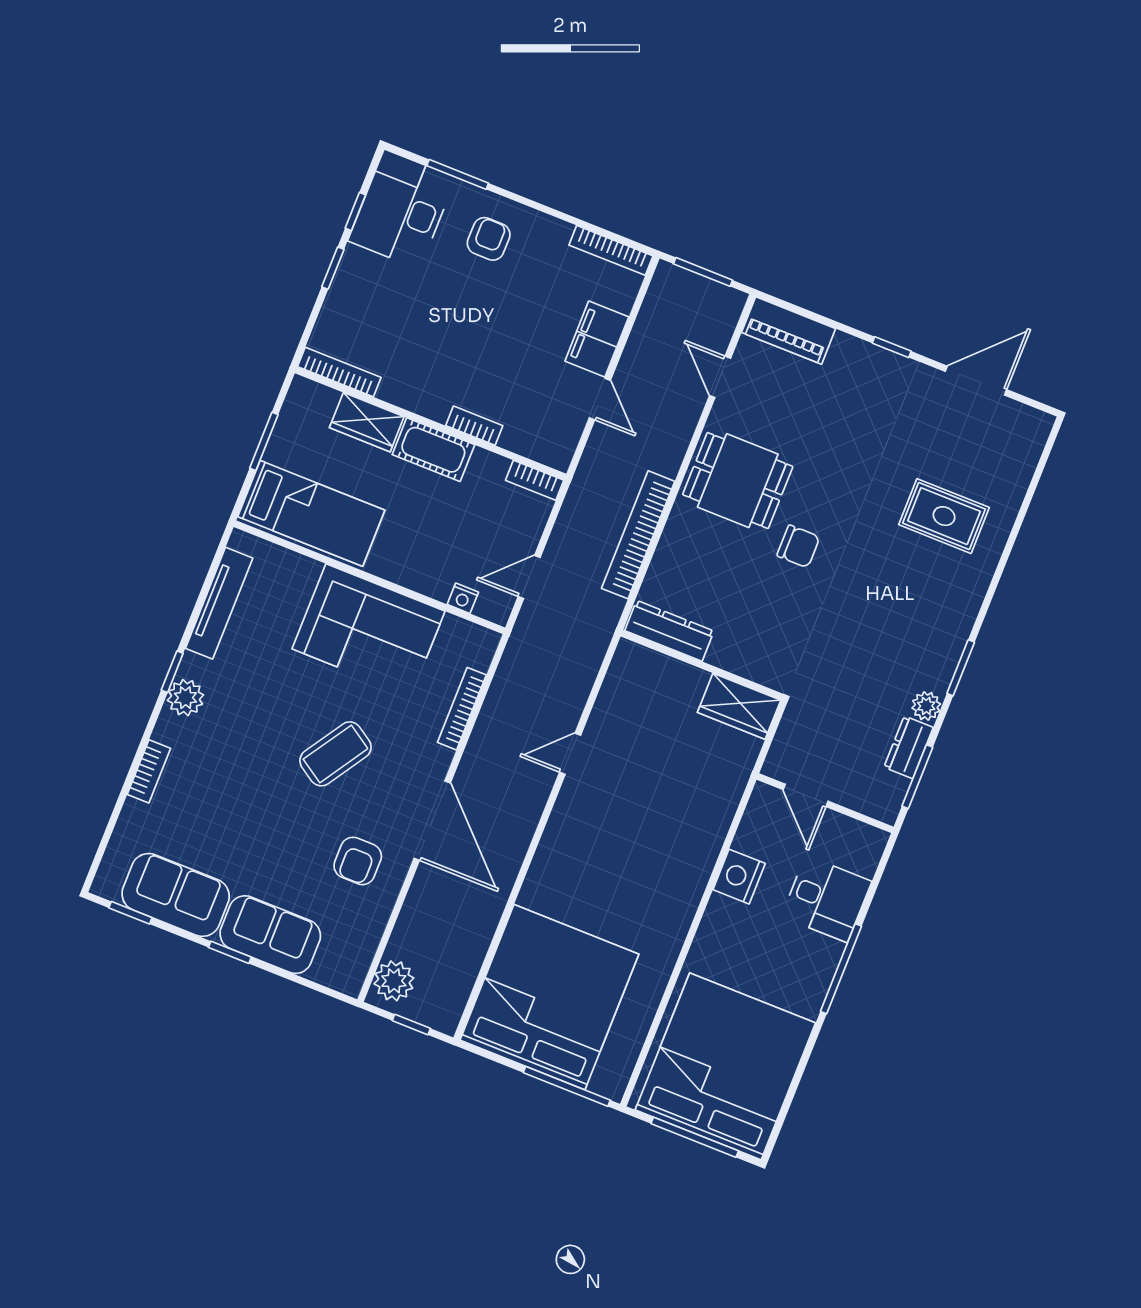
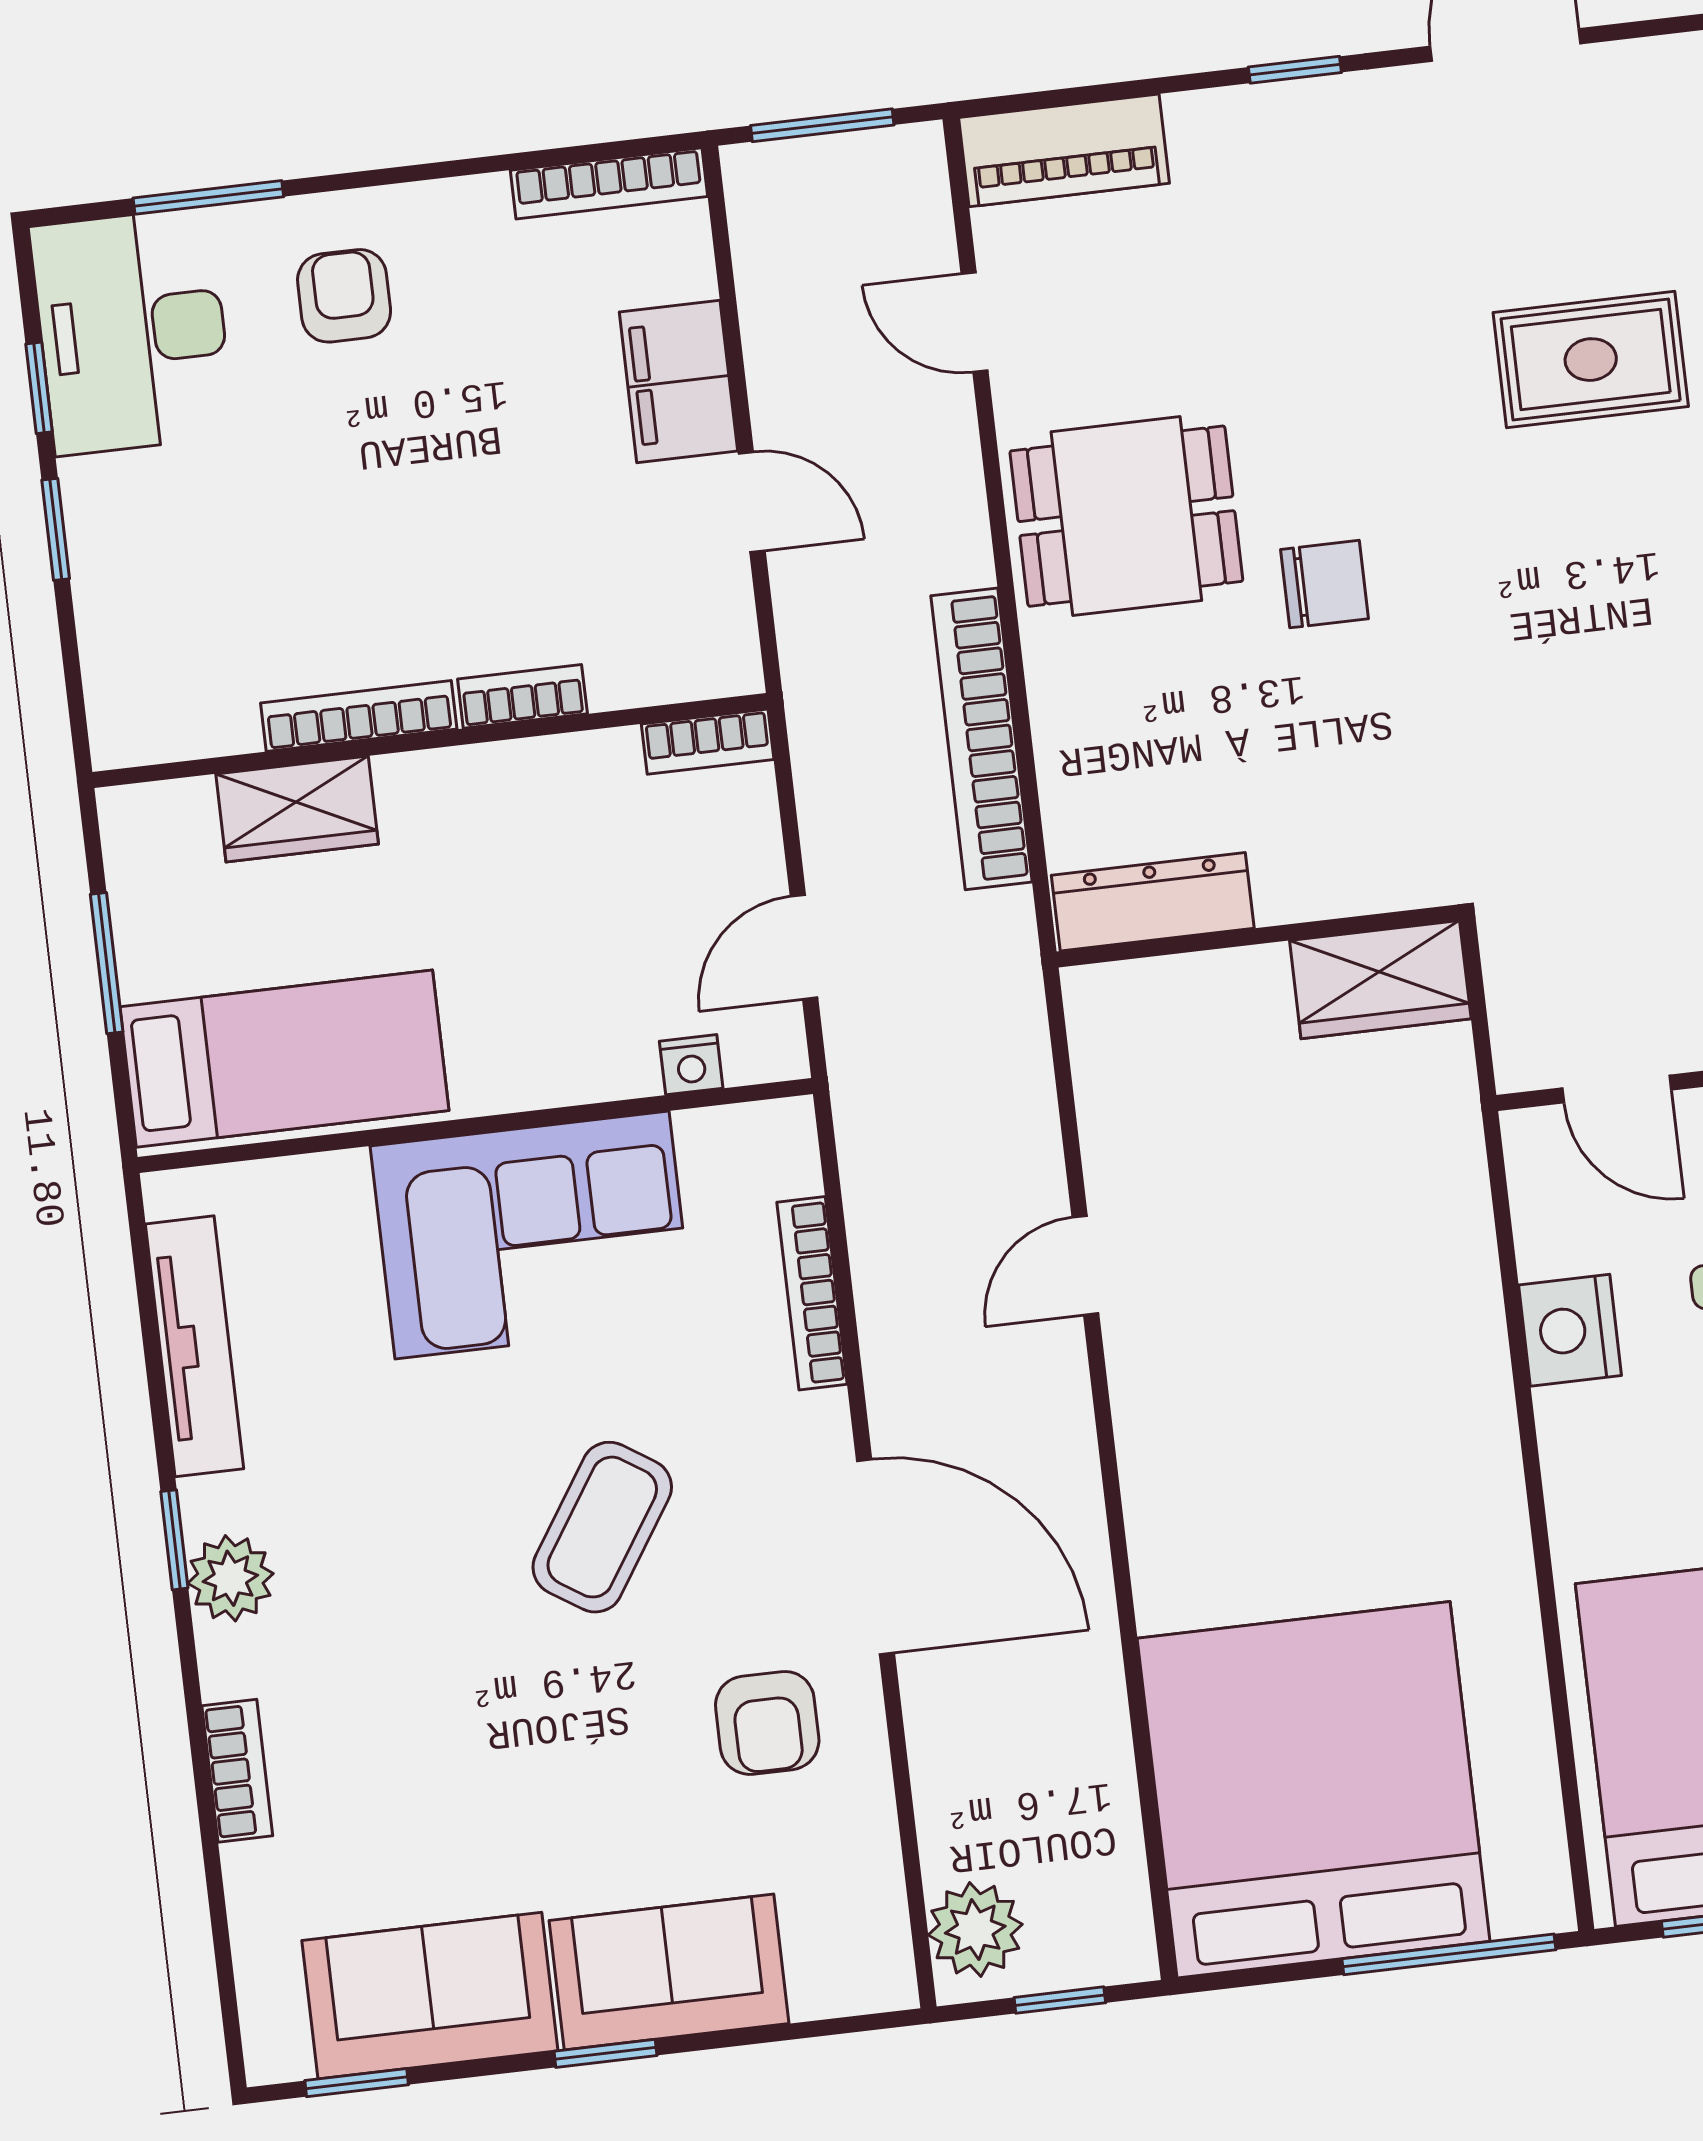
bookcase: (339, 372) -> (359, 716), moved
cot: (433, 450) -> (465, 791), removed

